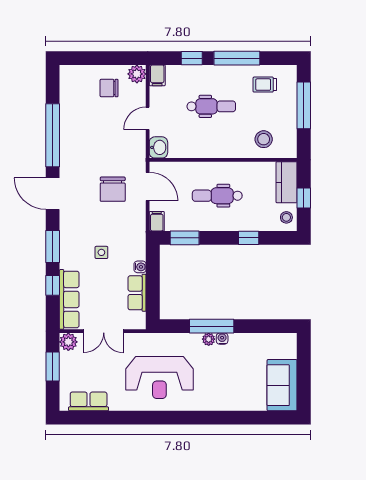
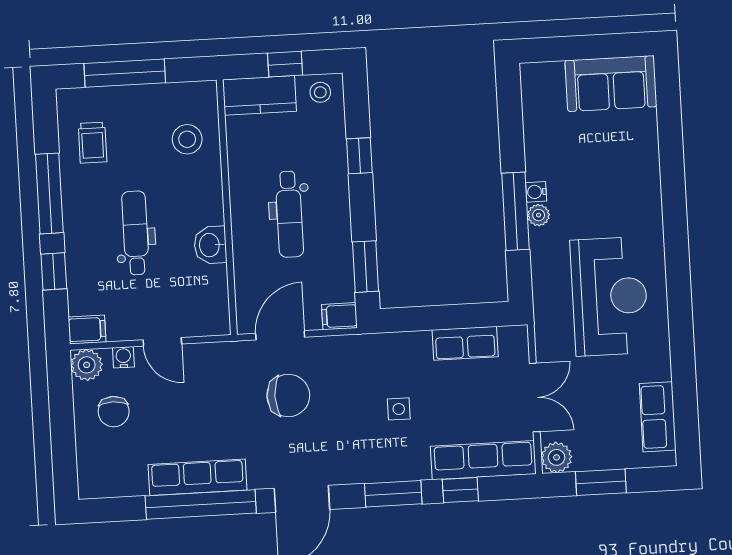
row of seats: (69, 134) -> (197, 477), added
washbasin: (158, 147) -> (210, 245), moved, turned -90
water cooler: (140, 267) -> (123, 357), moved

